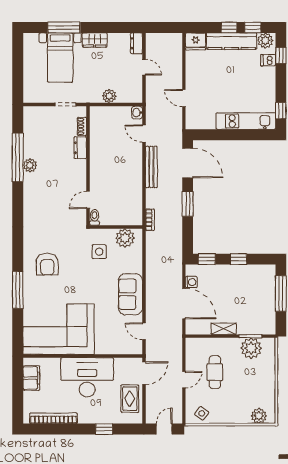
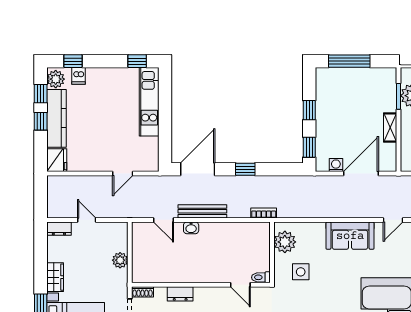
door: (144, 67) -> (87, 220), hinge flipped
washbasin: (137, 113) -> (191, 228), moved
shoe rack: (82, 126) -> (142, 292), moved
door: (144, 133) -> (164, 220), hinge flipped
window: (188, 204) -> (245, 169), width x0.67

